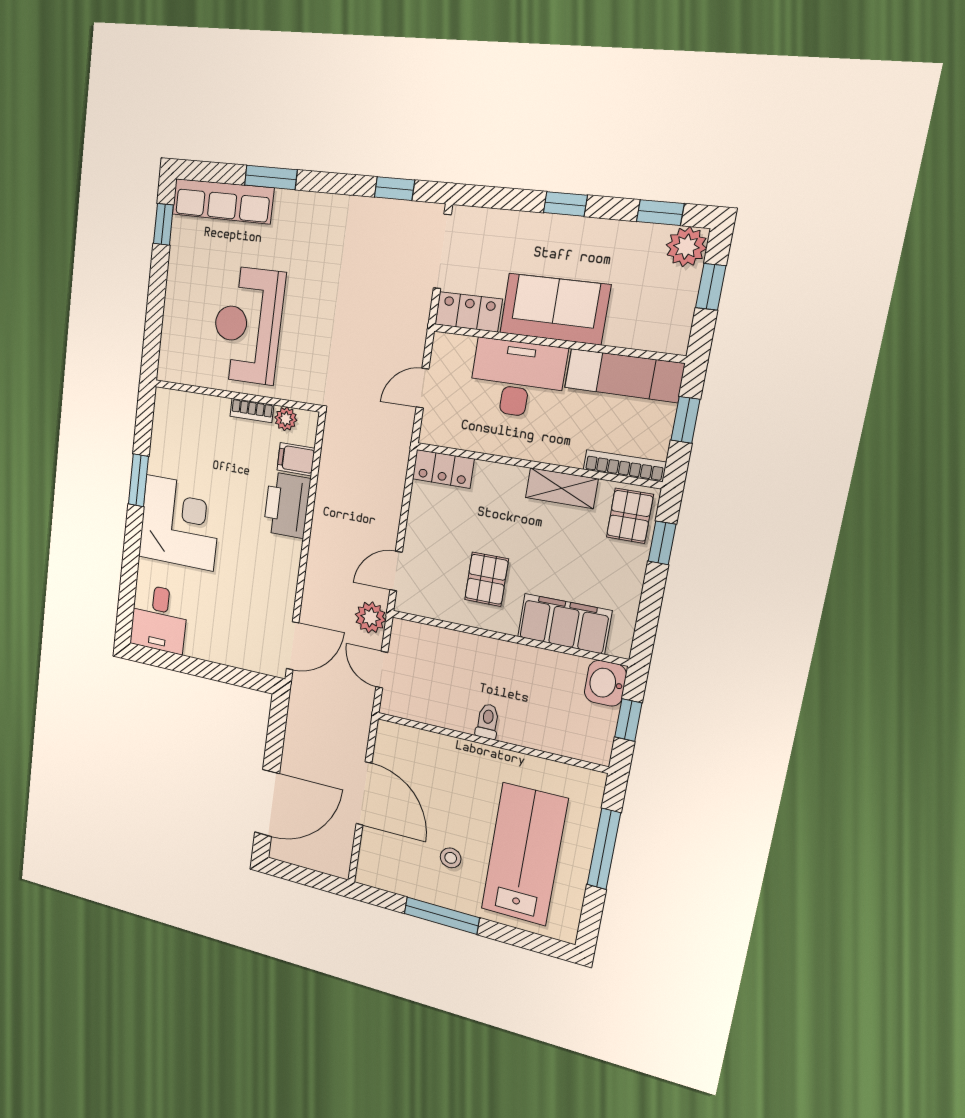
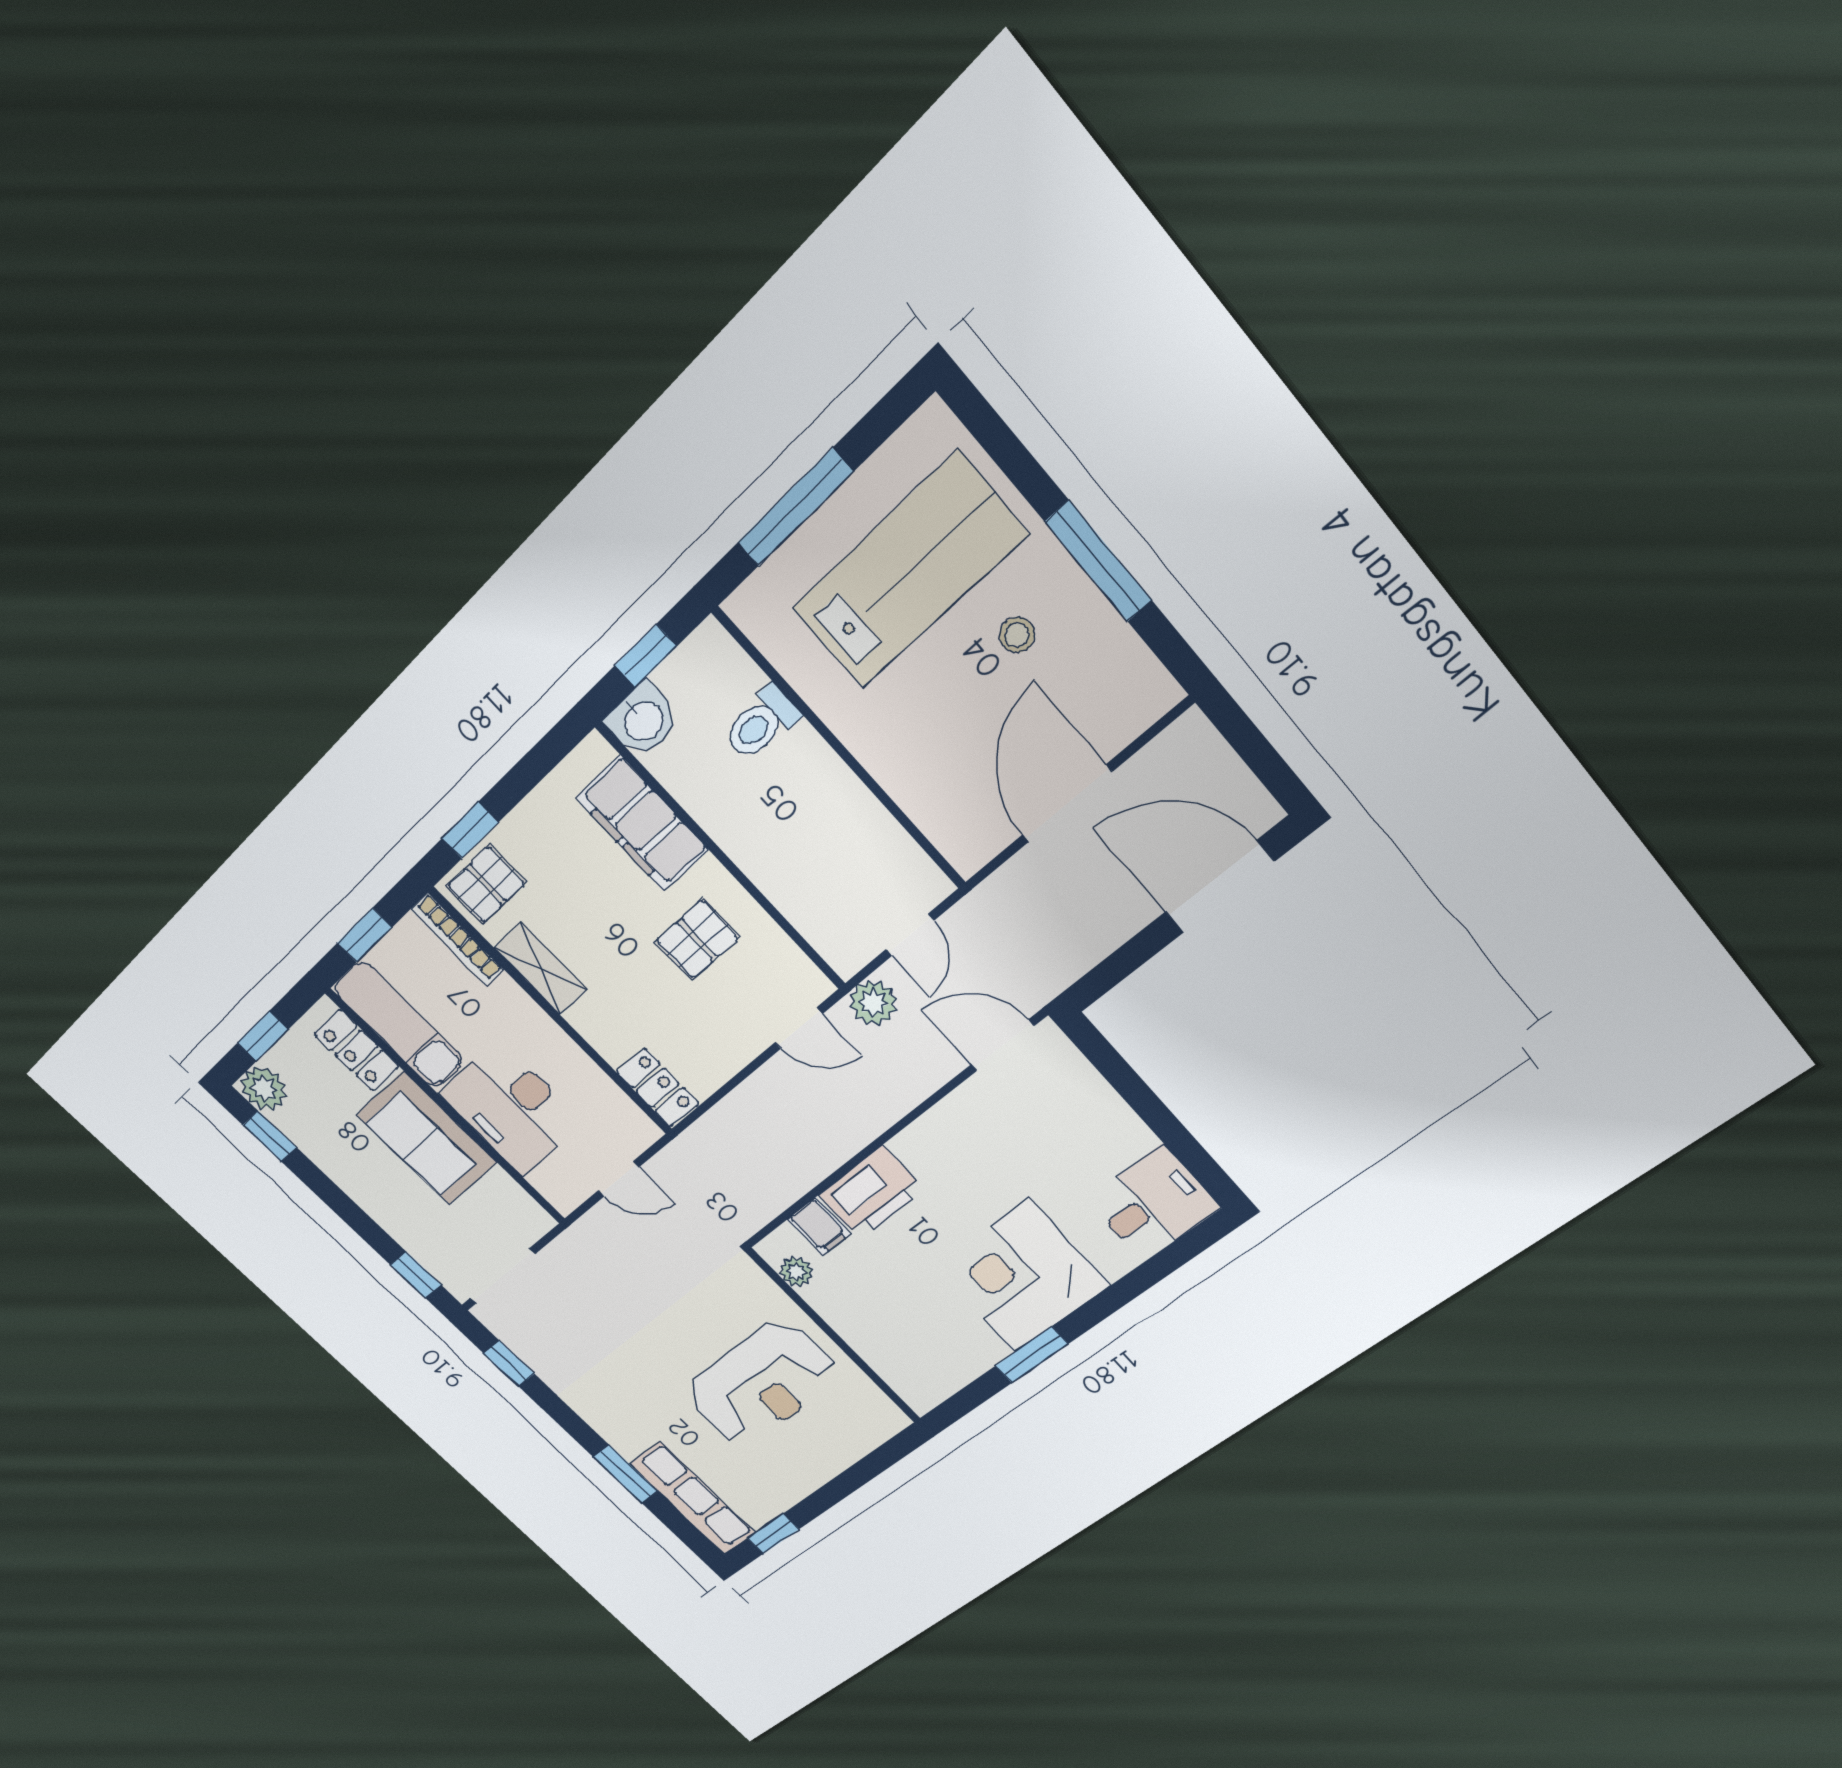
window: (565, 204) -> (416, 1275), moved
locker: (469, 312) -> (357, 1050), moved
bookcase: (252, 411) -> (828, 1309), removed
toilet: (487, 721) -> (761, 723), moved, width x1.37, depth x1.39
lab bench: (524, 854) -> (909, 572), turned 180

